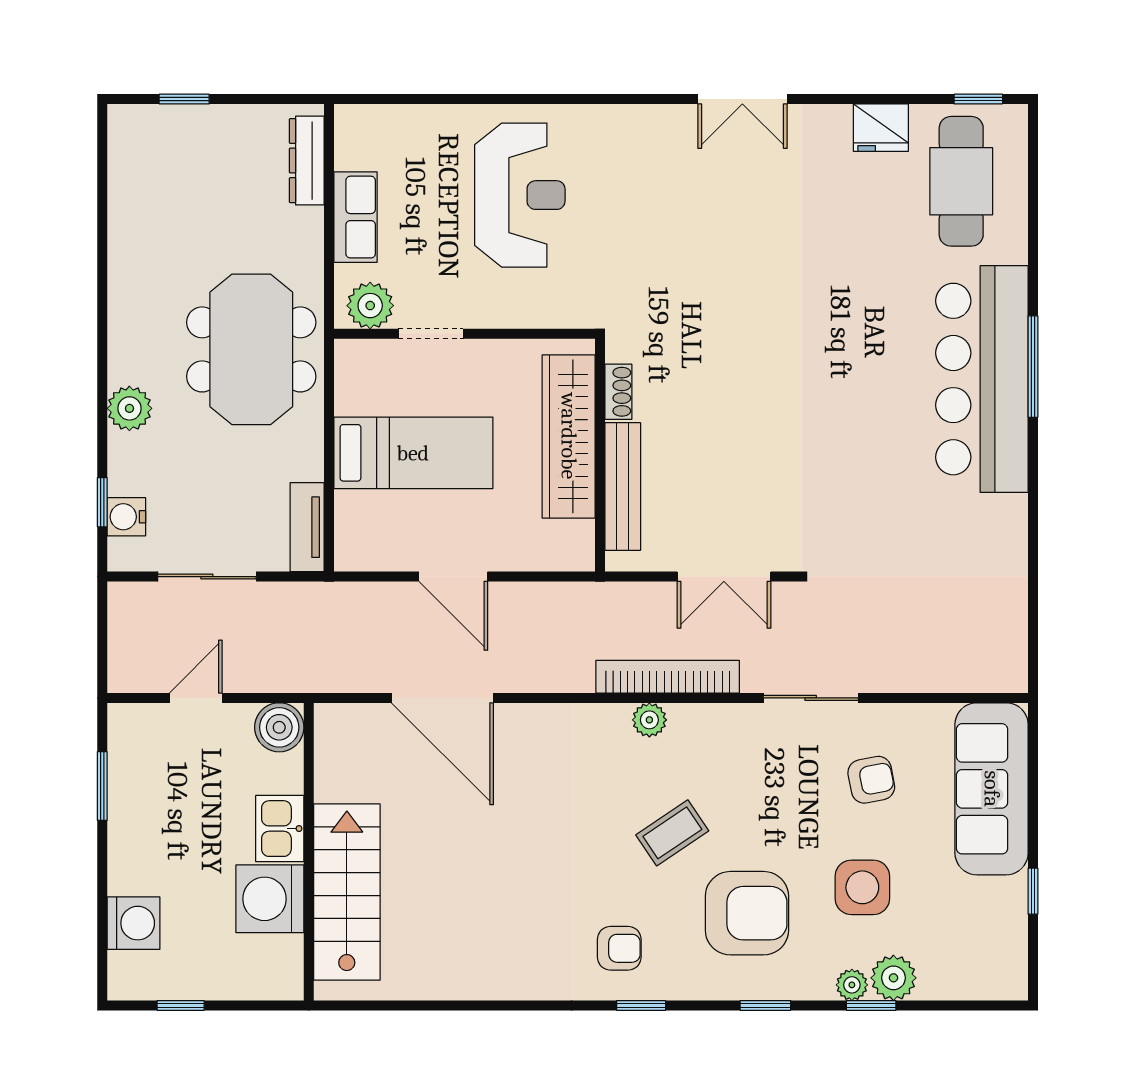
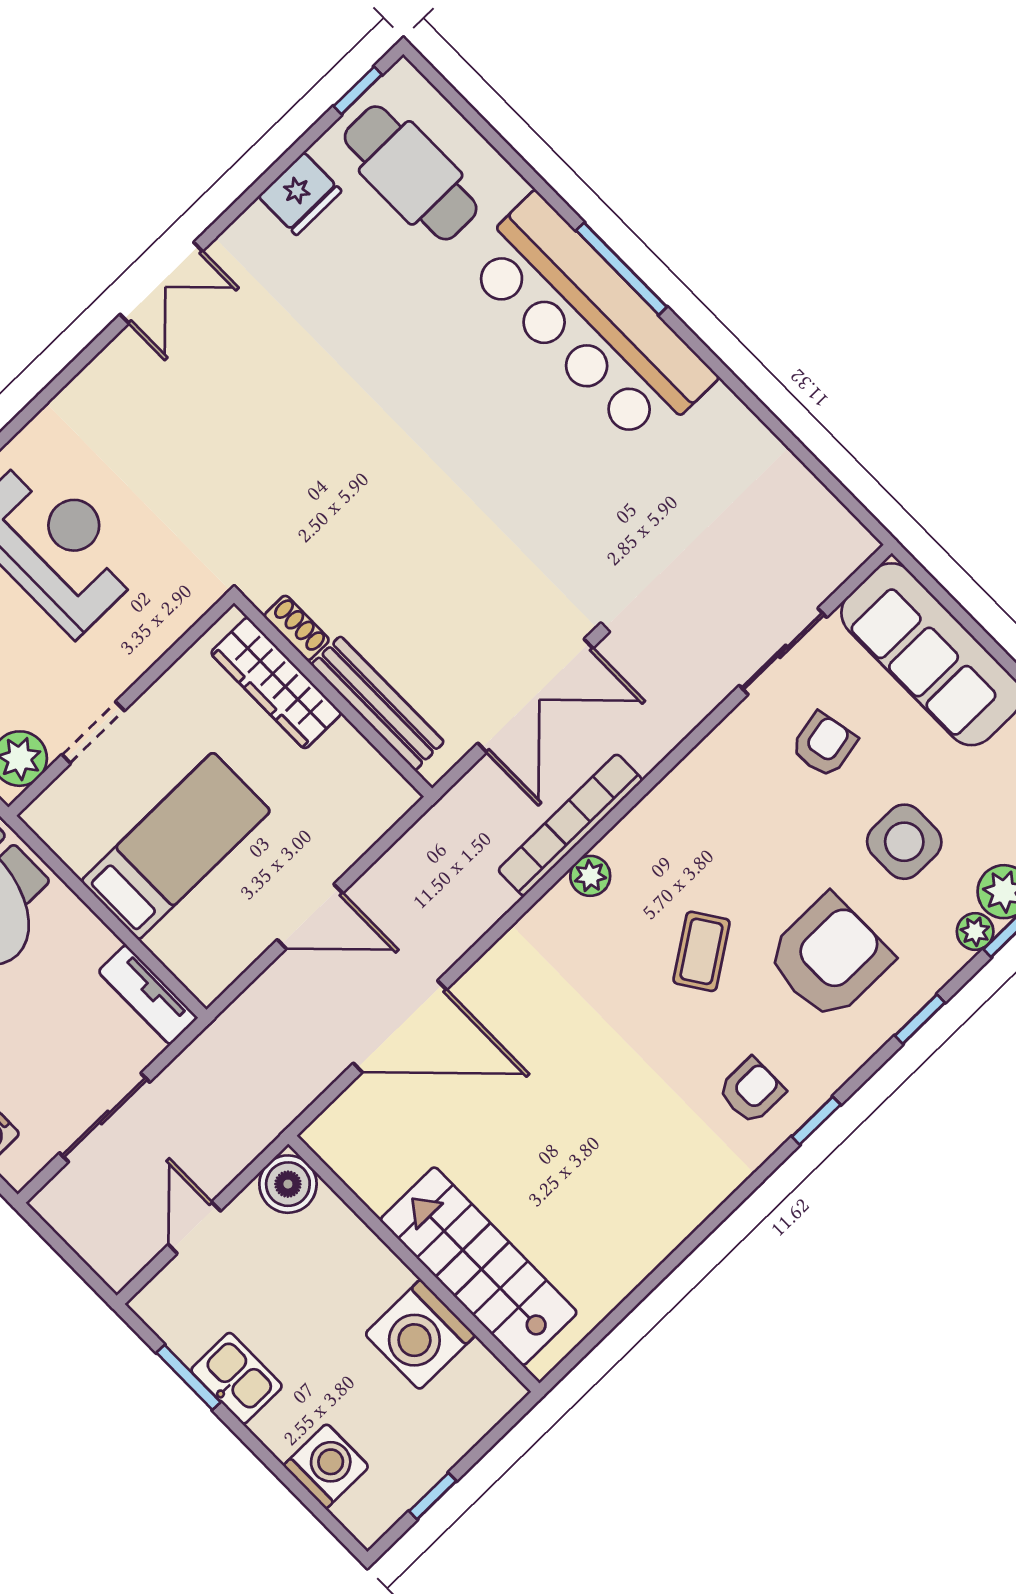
wardrobe: (569, 436) -> (276, 683), width x0.71, depth x0.85
double door: (724, 577) -> (535, 696), width x1.37
sliding door: (811, 698) -> (783, 651), moved
kitchen sink: (280, 829) -> (237, 1378), moved, turned 180

